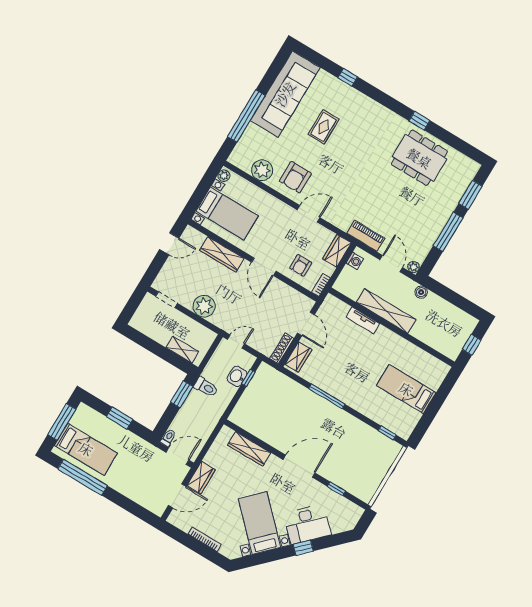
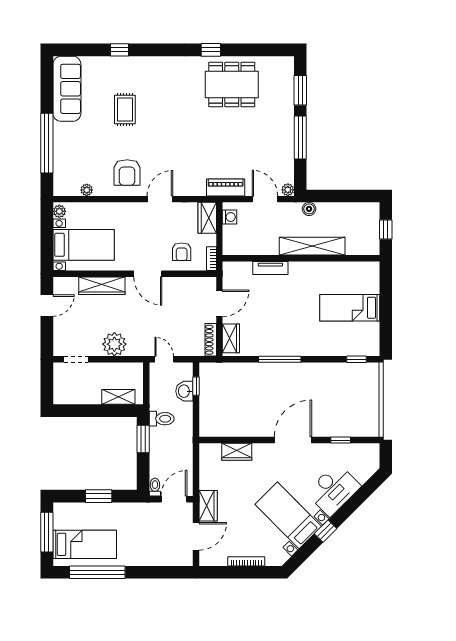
sofa: (285, 94) -> (67, 89), width x0.74, depth x0.79
plant: (262, 170) -> (87, 190), width x0.53, depth x0.53
shelving: (386, 311) -> (312, 246), moved
door: (306, 324) -> (219, 303), hinge flipped
door: (236, 342) -> (164, 359), hinge flipped
wardrobe: (249, 449) -> (237, 452), width x0.67
window: (303, 548) -> (326, 531), moved

